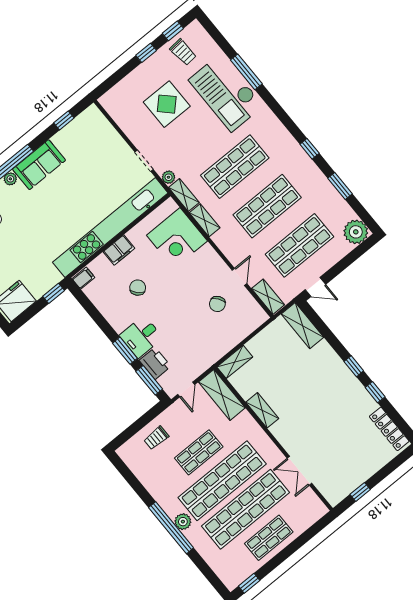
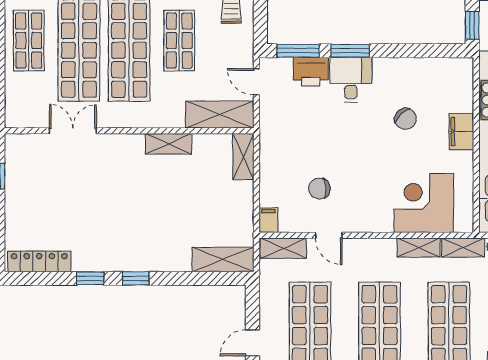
filing cabinet: (83, 278) -> (268, 220), moved, turned 180
door: (315, 287) -> (252, 343), moved
chair: (217, 304) -> (319, 189), turned -58

